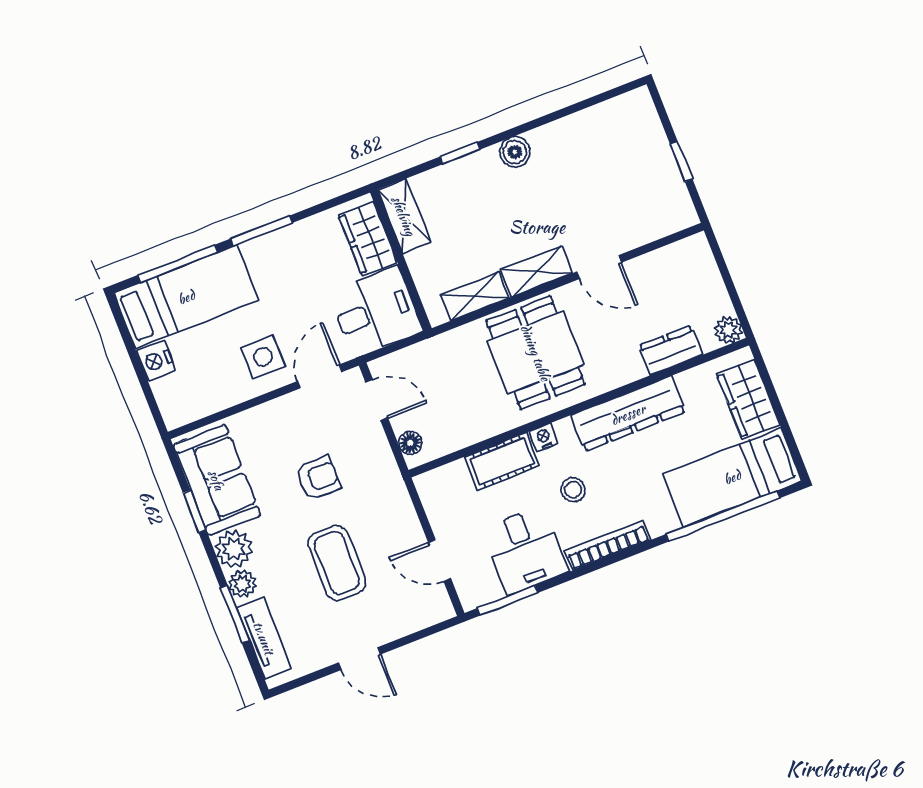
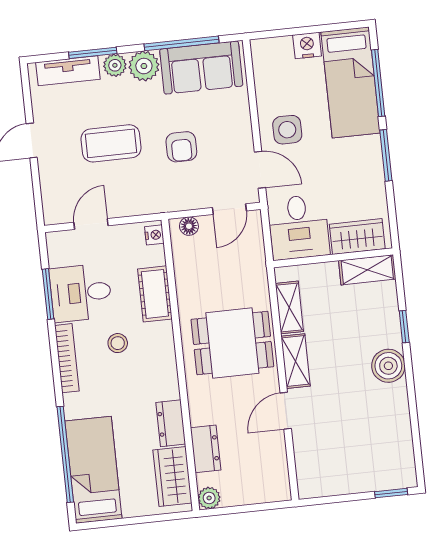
boiler: (515, 152) -> (388, 366), width x1.36, depth x1.36
window: (681, 162) -> (391, 493), moved
wardrobe: (748, 399) -> (172, 476), moved, turned -90
dresser: (628, 414) -> (171, 423), width x0.51, depth x0.80
nightstand: (544, 437) -> (154, 235), moved
window: (195, 511) -> (181, 43), width x2.17
window: (507, 601) -> (48, 294), moved

